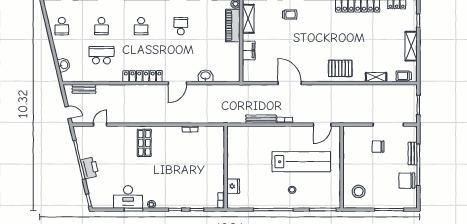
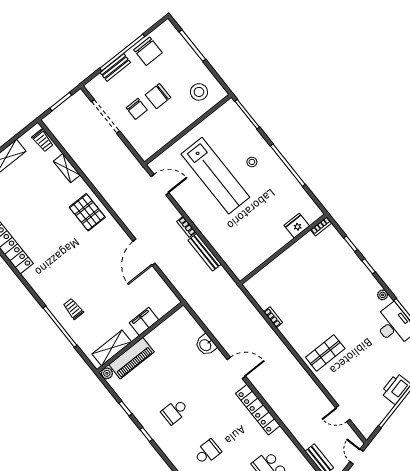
lab bench: (301, 162) -> (215, 176), turned 180
chair: (376, 165) -> (158, 96), added

